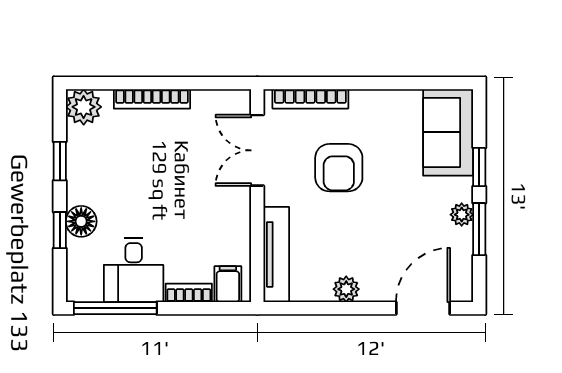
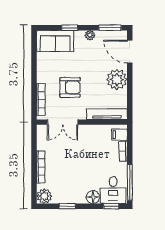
window: (479, 229) -> (110, 28), moved
window: (60, 230) -> (111, 206), moved
desk: (134, 270) -> (113, 190), moved, turned 90
plant: (346, 289) -> (117, 80), width x1.87, depth x1.87

